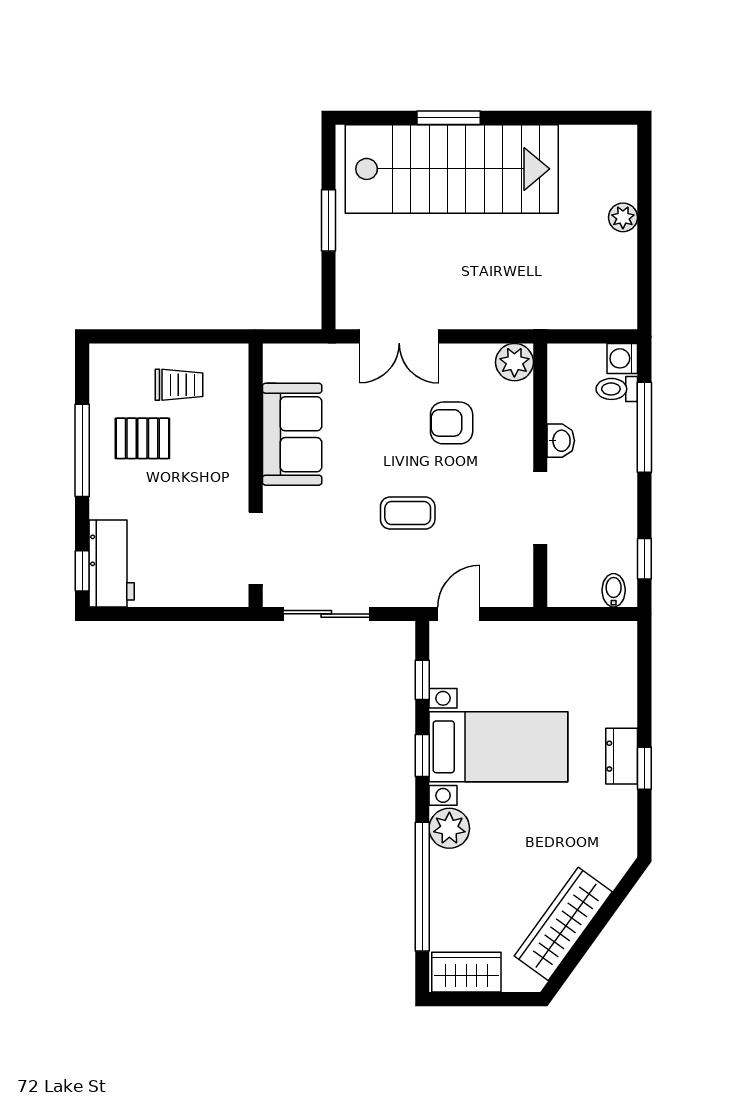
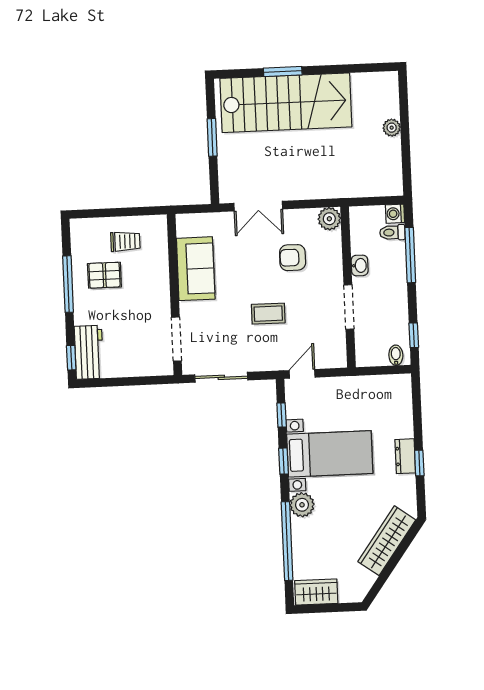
wardrobe: (563, 924) -> (387, 541), moved

